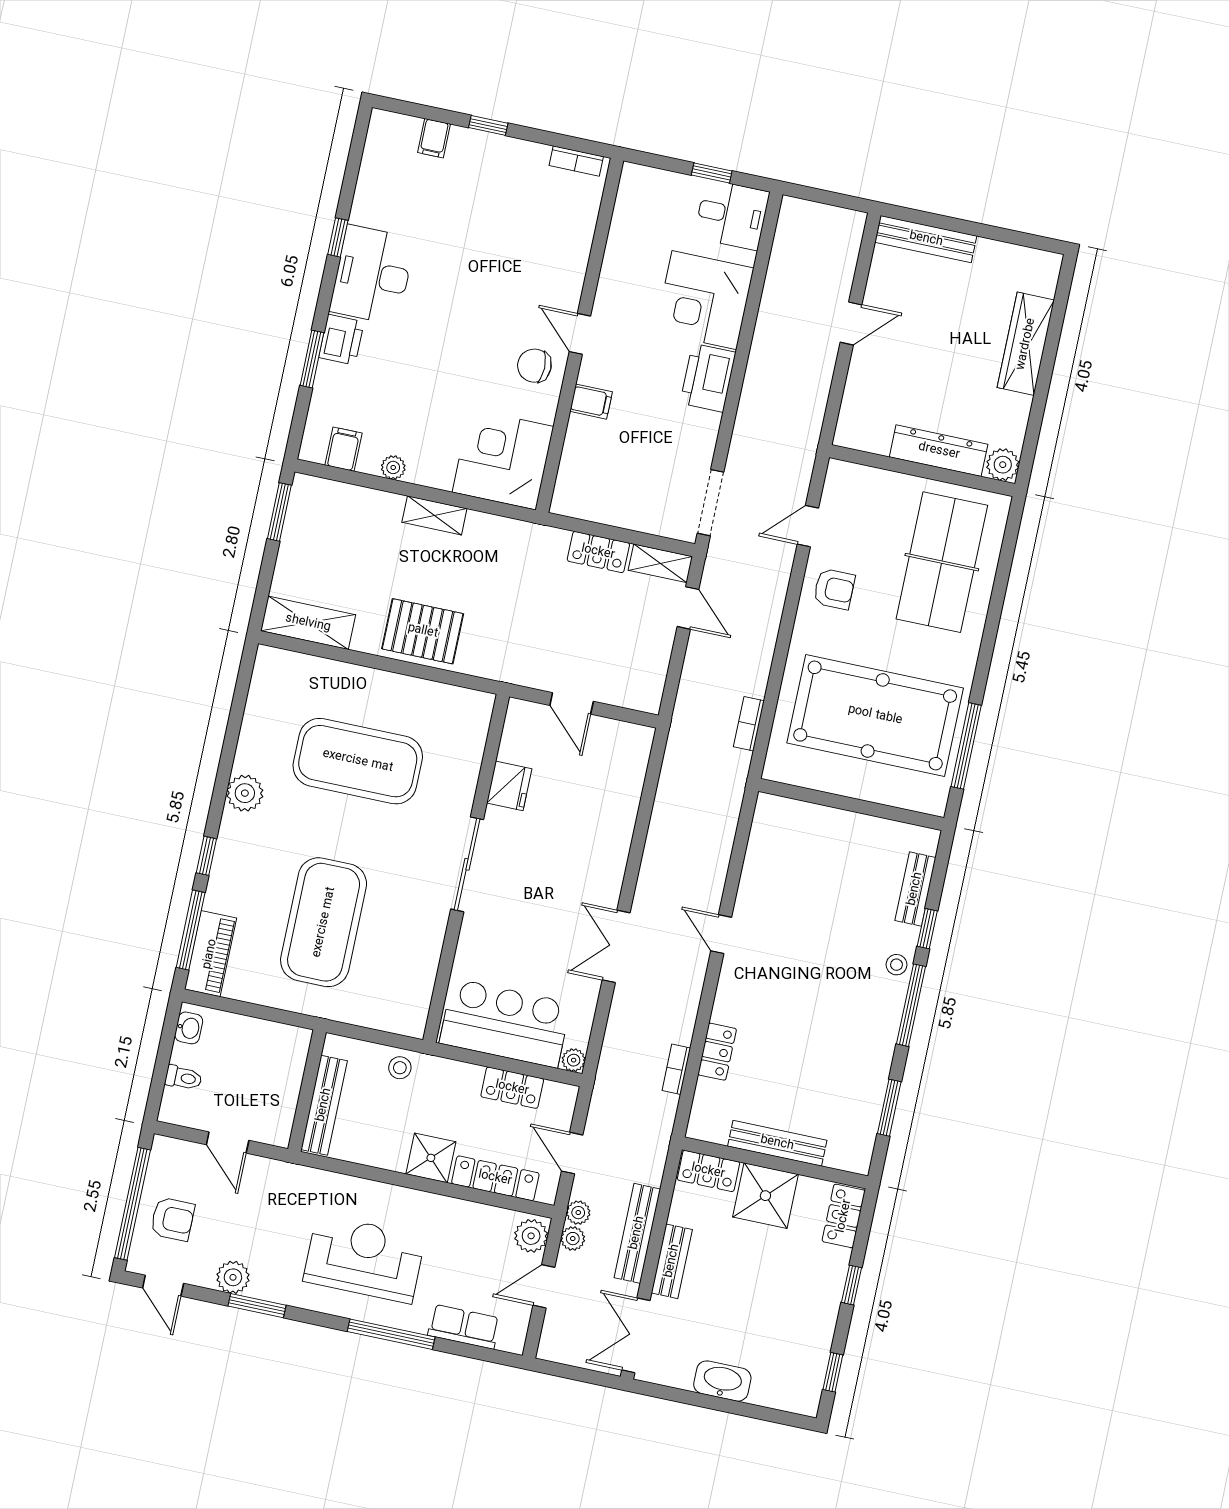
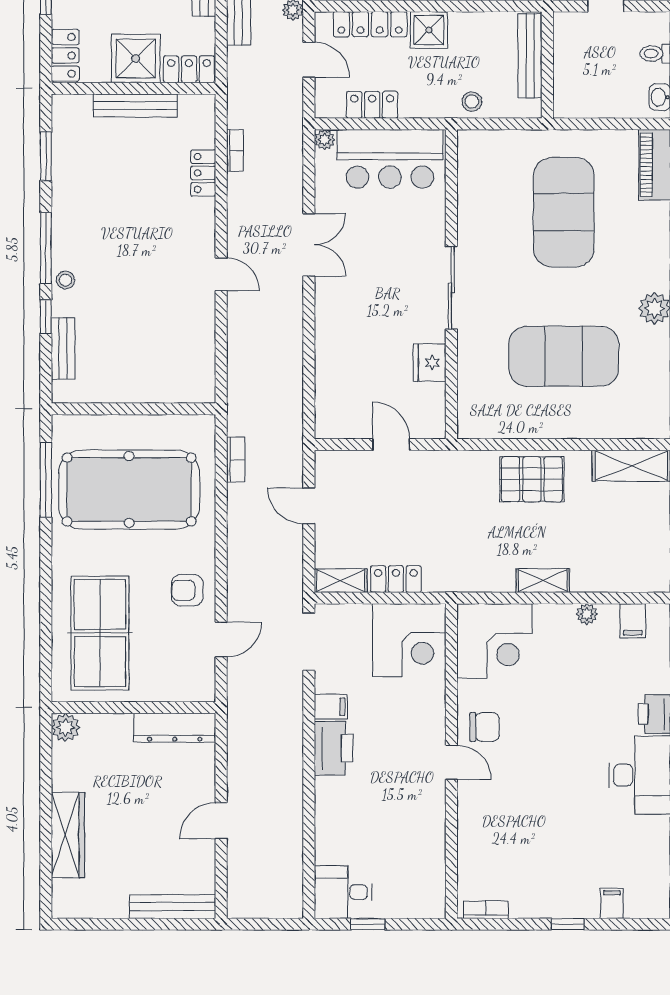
corner desk: (704, 300) -> (409, 640), moved, turned 90
filing cabinet: (591, 402) -> (331, 707), moved, turned 180
dresser: (939, 451) -> (175, 728), moved
door: (688, 608) -> (309, 506), moved

